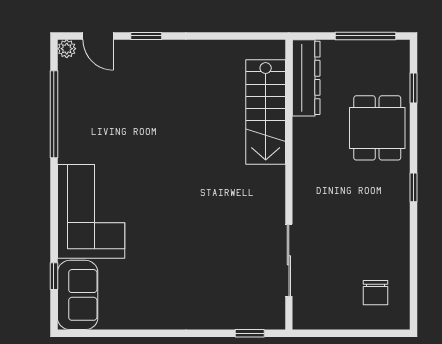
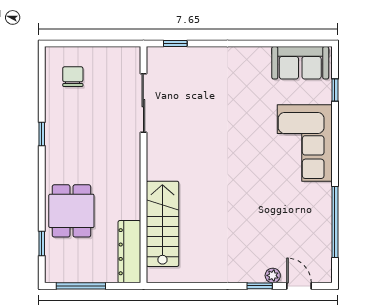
plant: (67, 49) -> (273, 275), moved
window: (414, 187) -> (42, 134), moved
sofa: (78, 295) -> (300, 63), moved, turned -90

